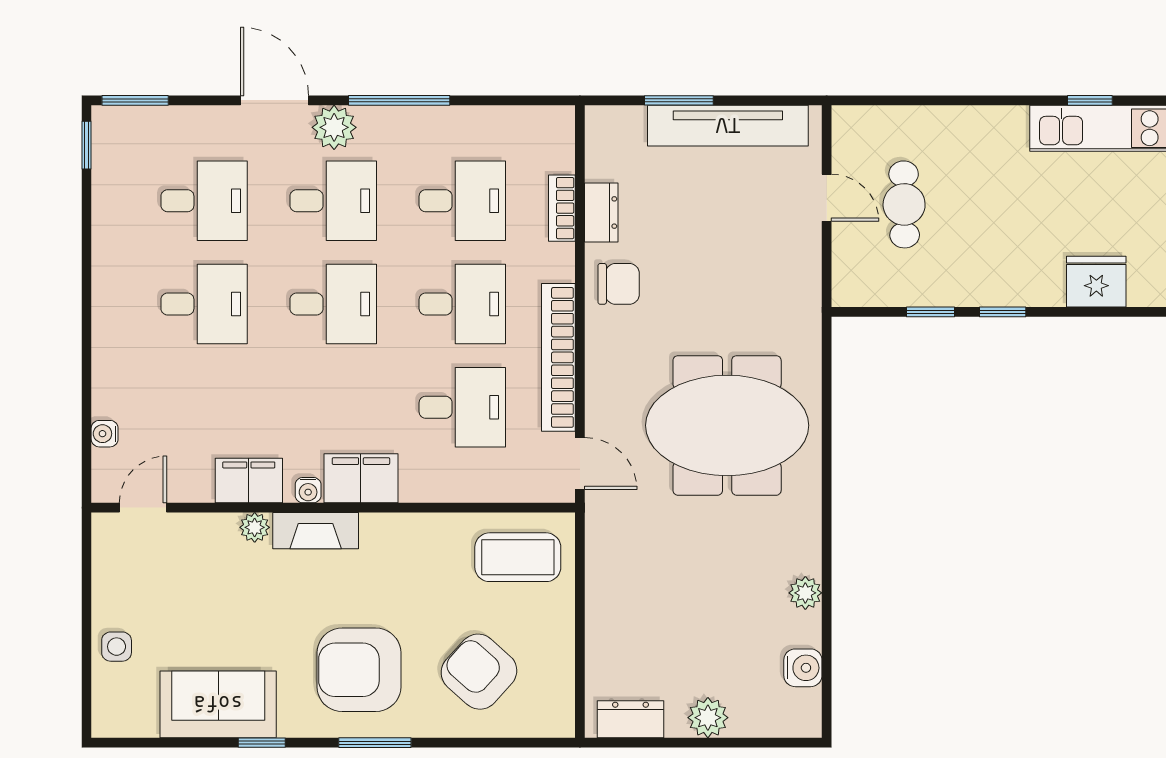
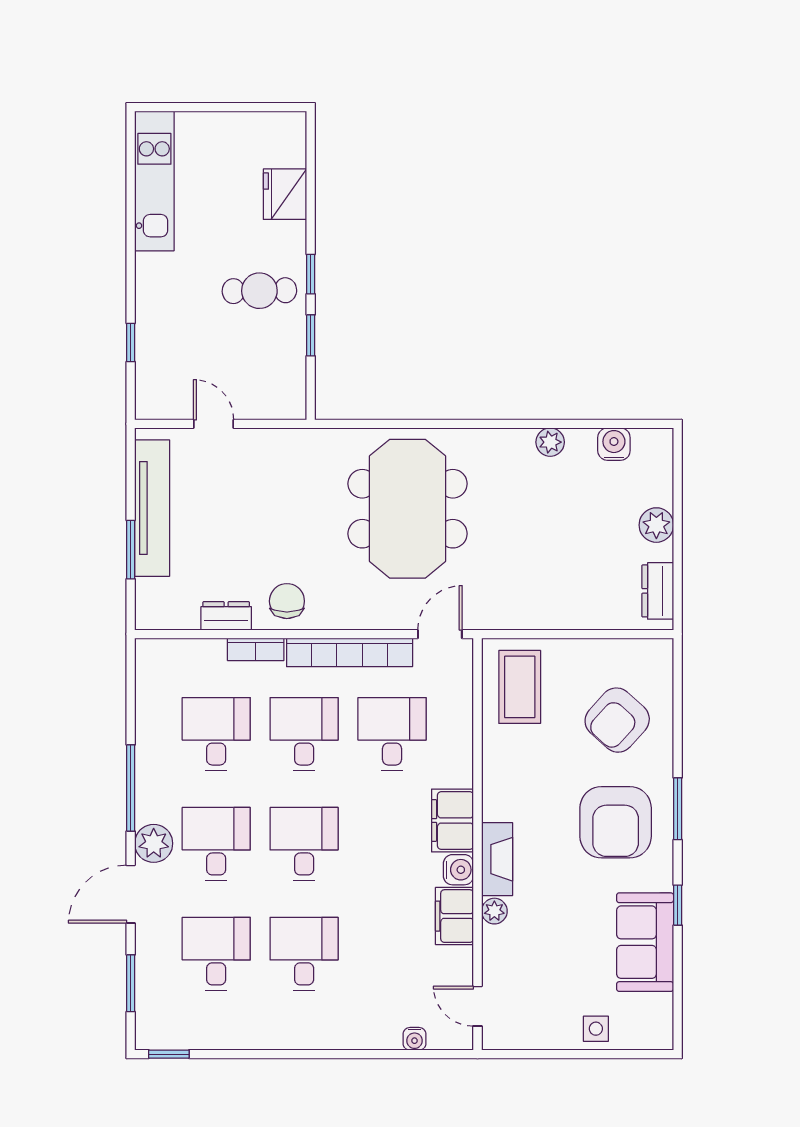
window: (135, 100) -> (131, 983), moved
window: (1090, 100) -> (131, 342), moved
door: (827, 198) -> (214, 424), hinge flipped
cafe table: (904, 204) -> (259, 291), moved
bookcase: (562, 208) -> (256, 649), moved
water cooler: (308, 490) -> (458, 870), width x1.38, depth x1.38

